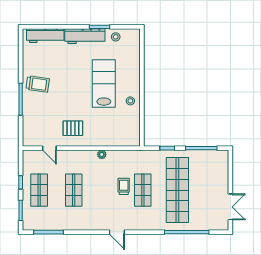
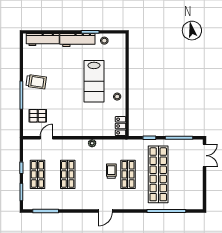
lab bench: (104, 83) -> (94, 81), turned 180
pallet: (73, 128) -> (38, 116), moved
locker: (134, 135) -> (120, 126), added
door: (49, 148) -> (46, 138), swing flipped
double door: (230, 207) -> (204, 156), moved
door: (117, 232) -> (105, 211), hinge flipped

